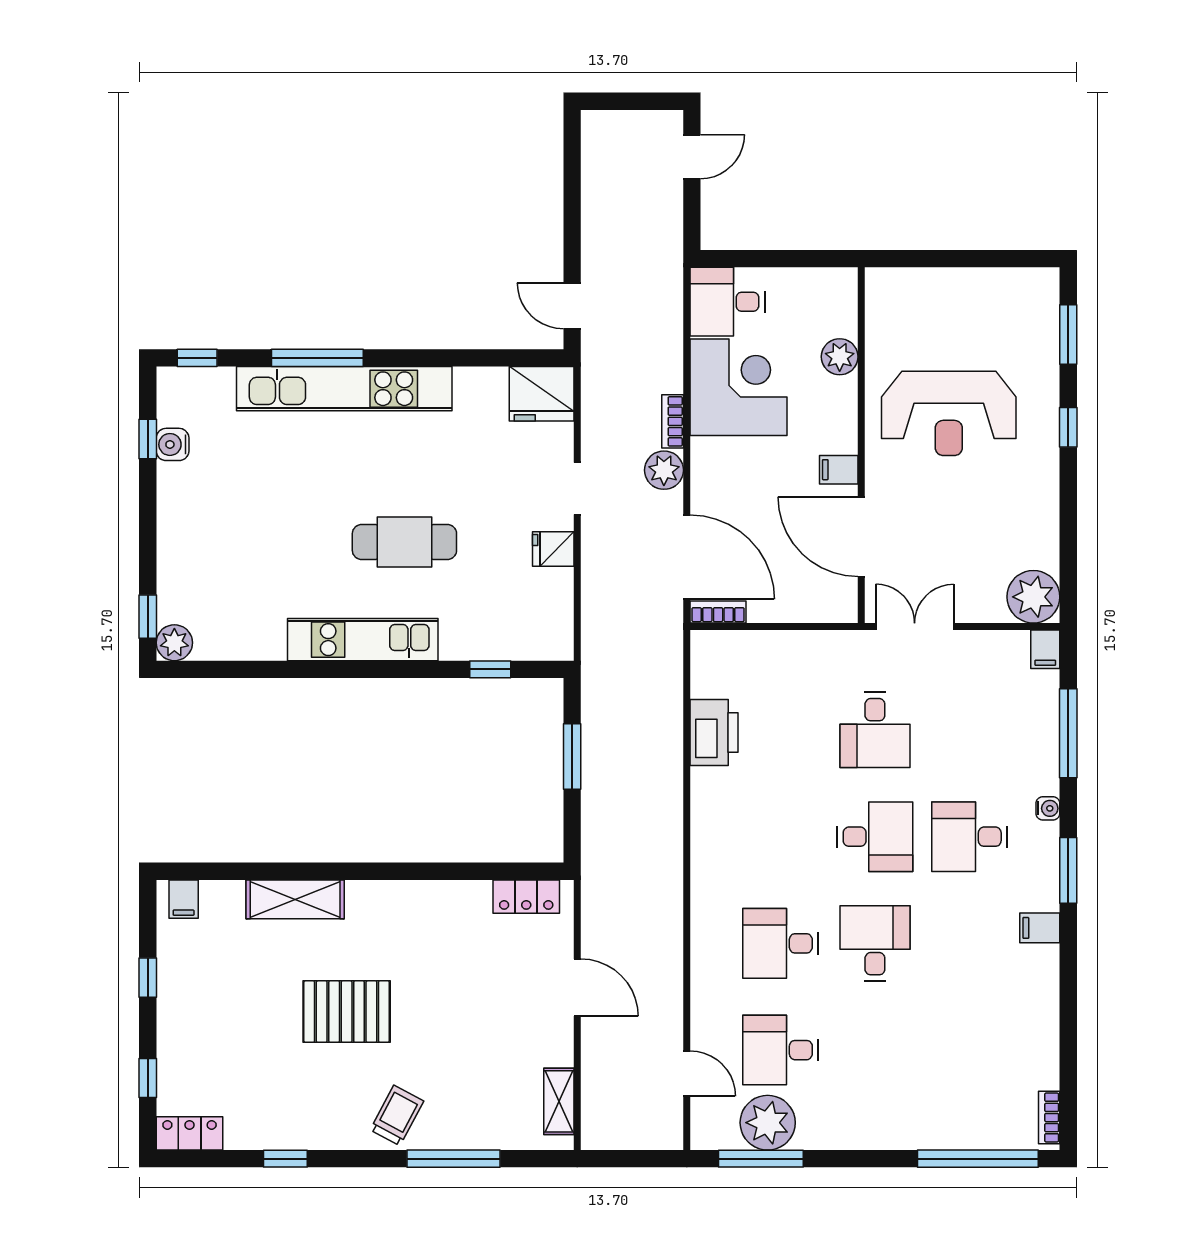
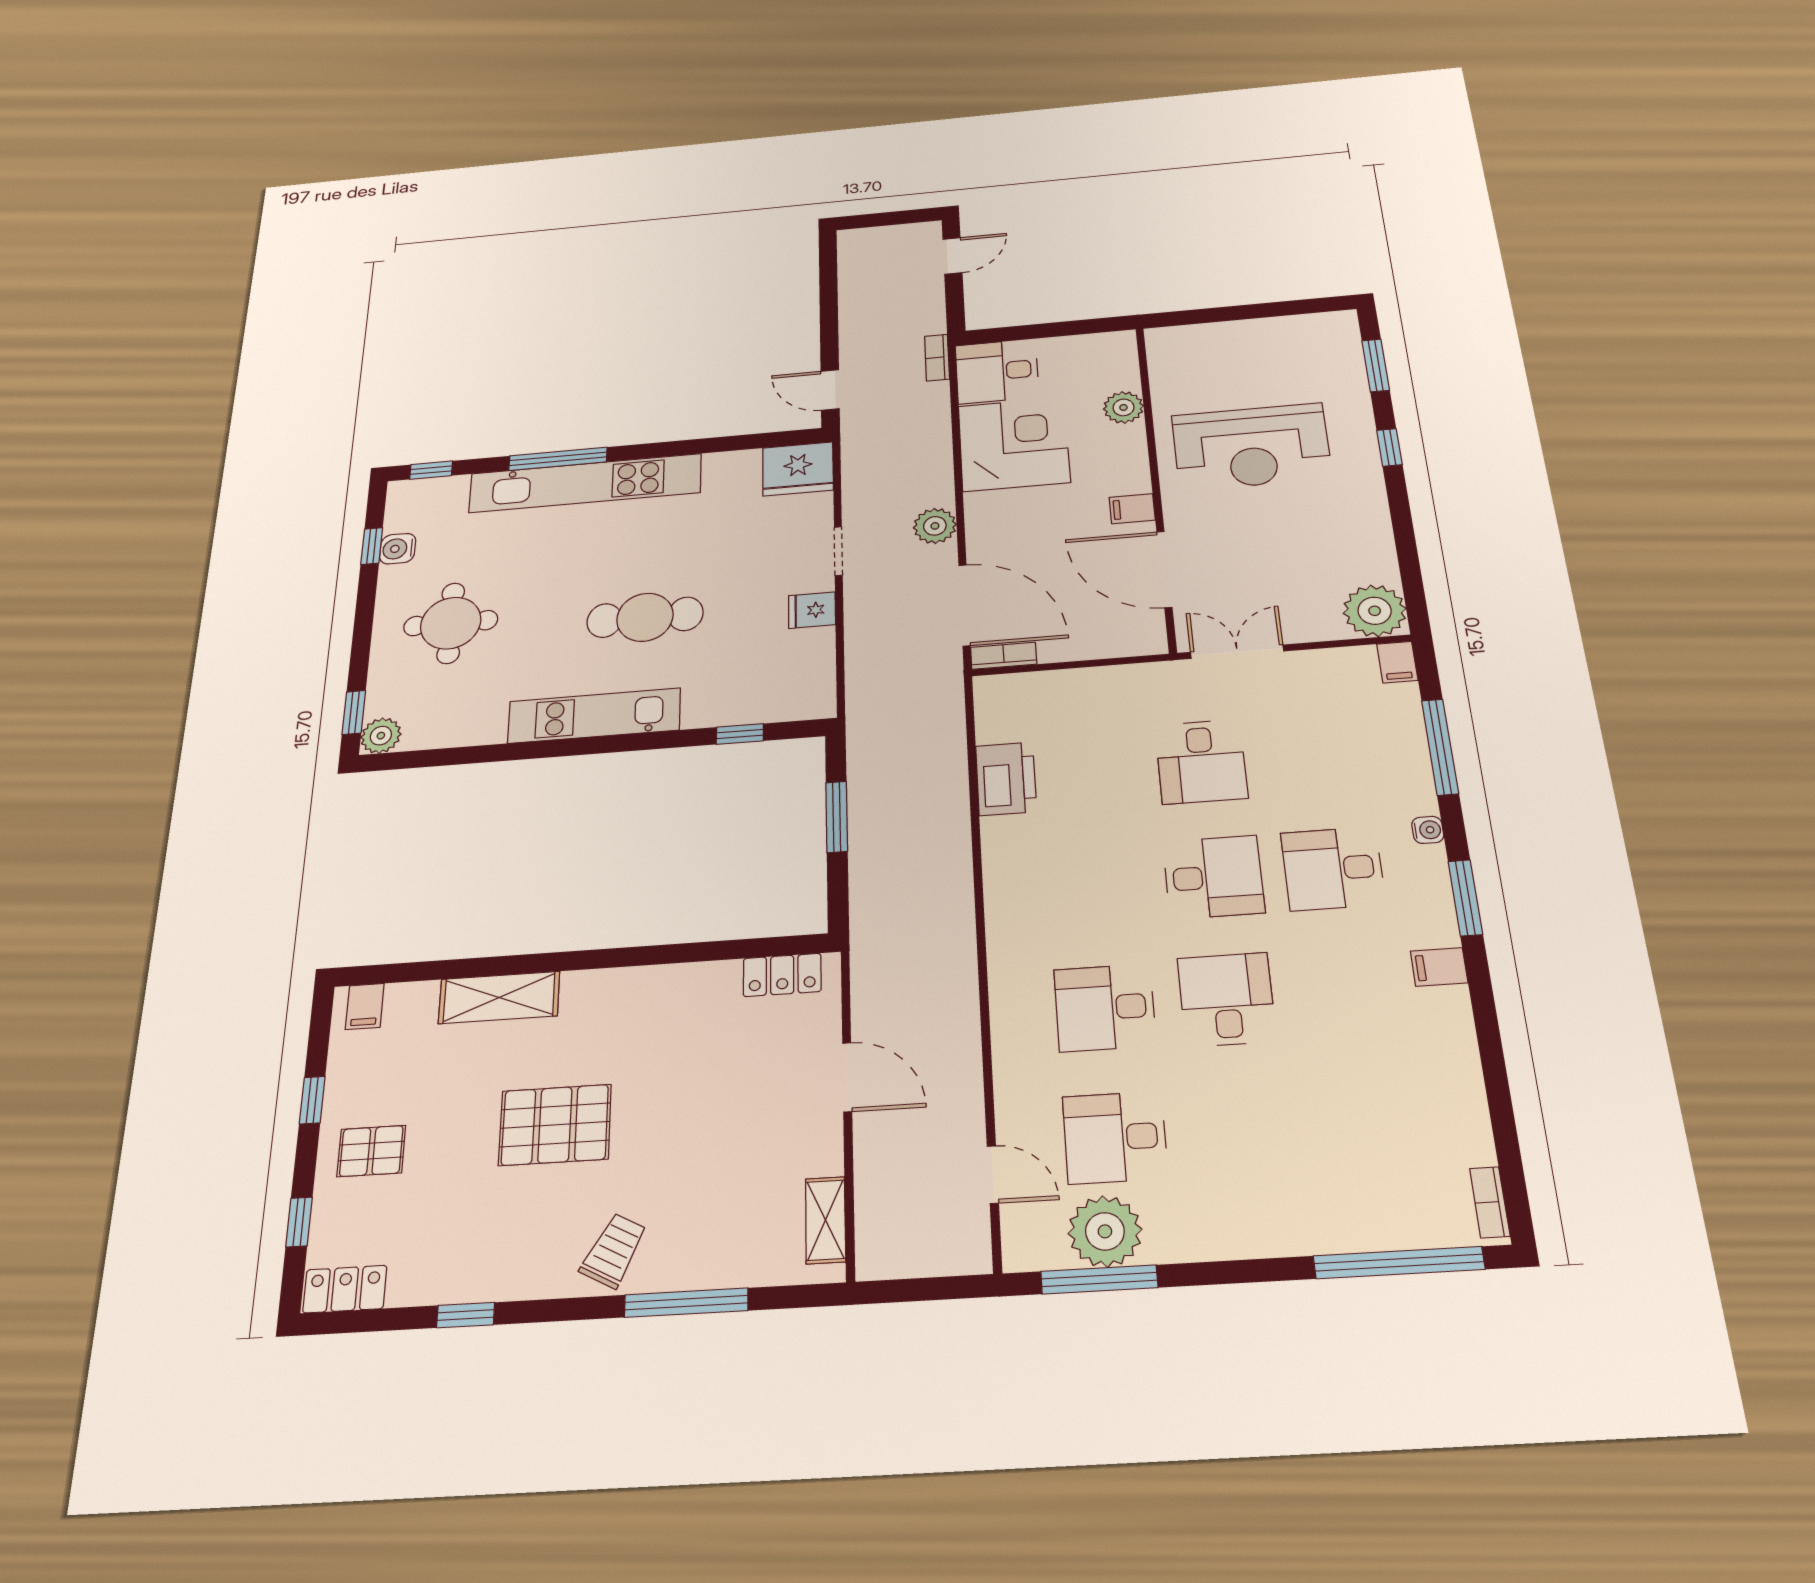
bookcase: (673, 421) -> (937, 358), moved
round table: (228, 531) -> (451, 623), added
pallet: (200, 1024) -> (371, 1151), added

